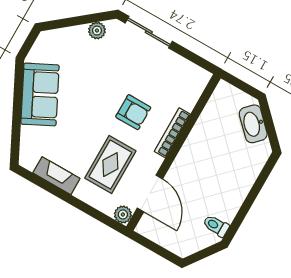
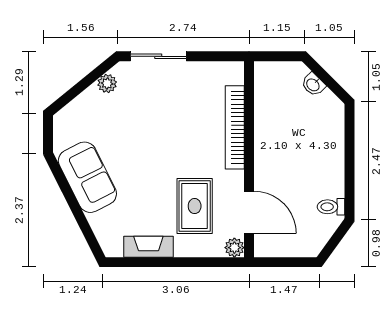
armchair: (133, 112) -> (188, 143), removed
washbasin: (253, 124) -> (313, 85), width x0.52, depth x0.69
bookcase: (172, 133) -> (235, 127), width x1.48, depth x1.31

